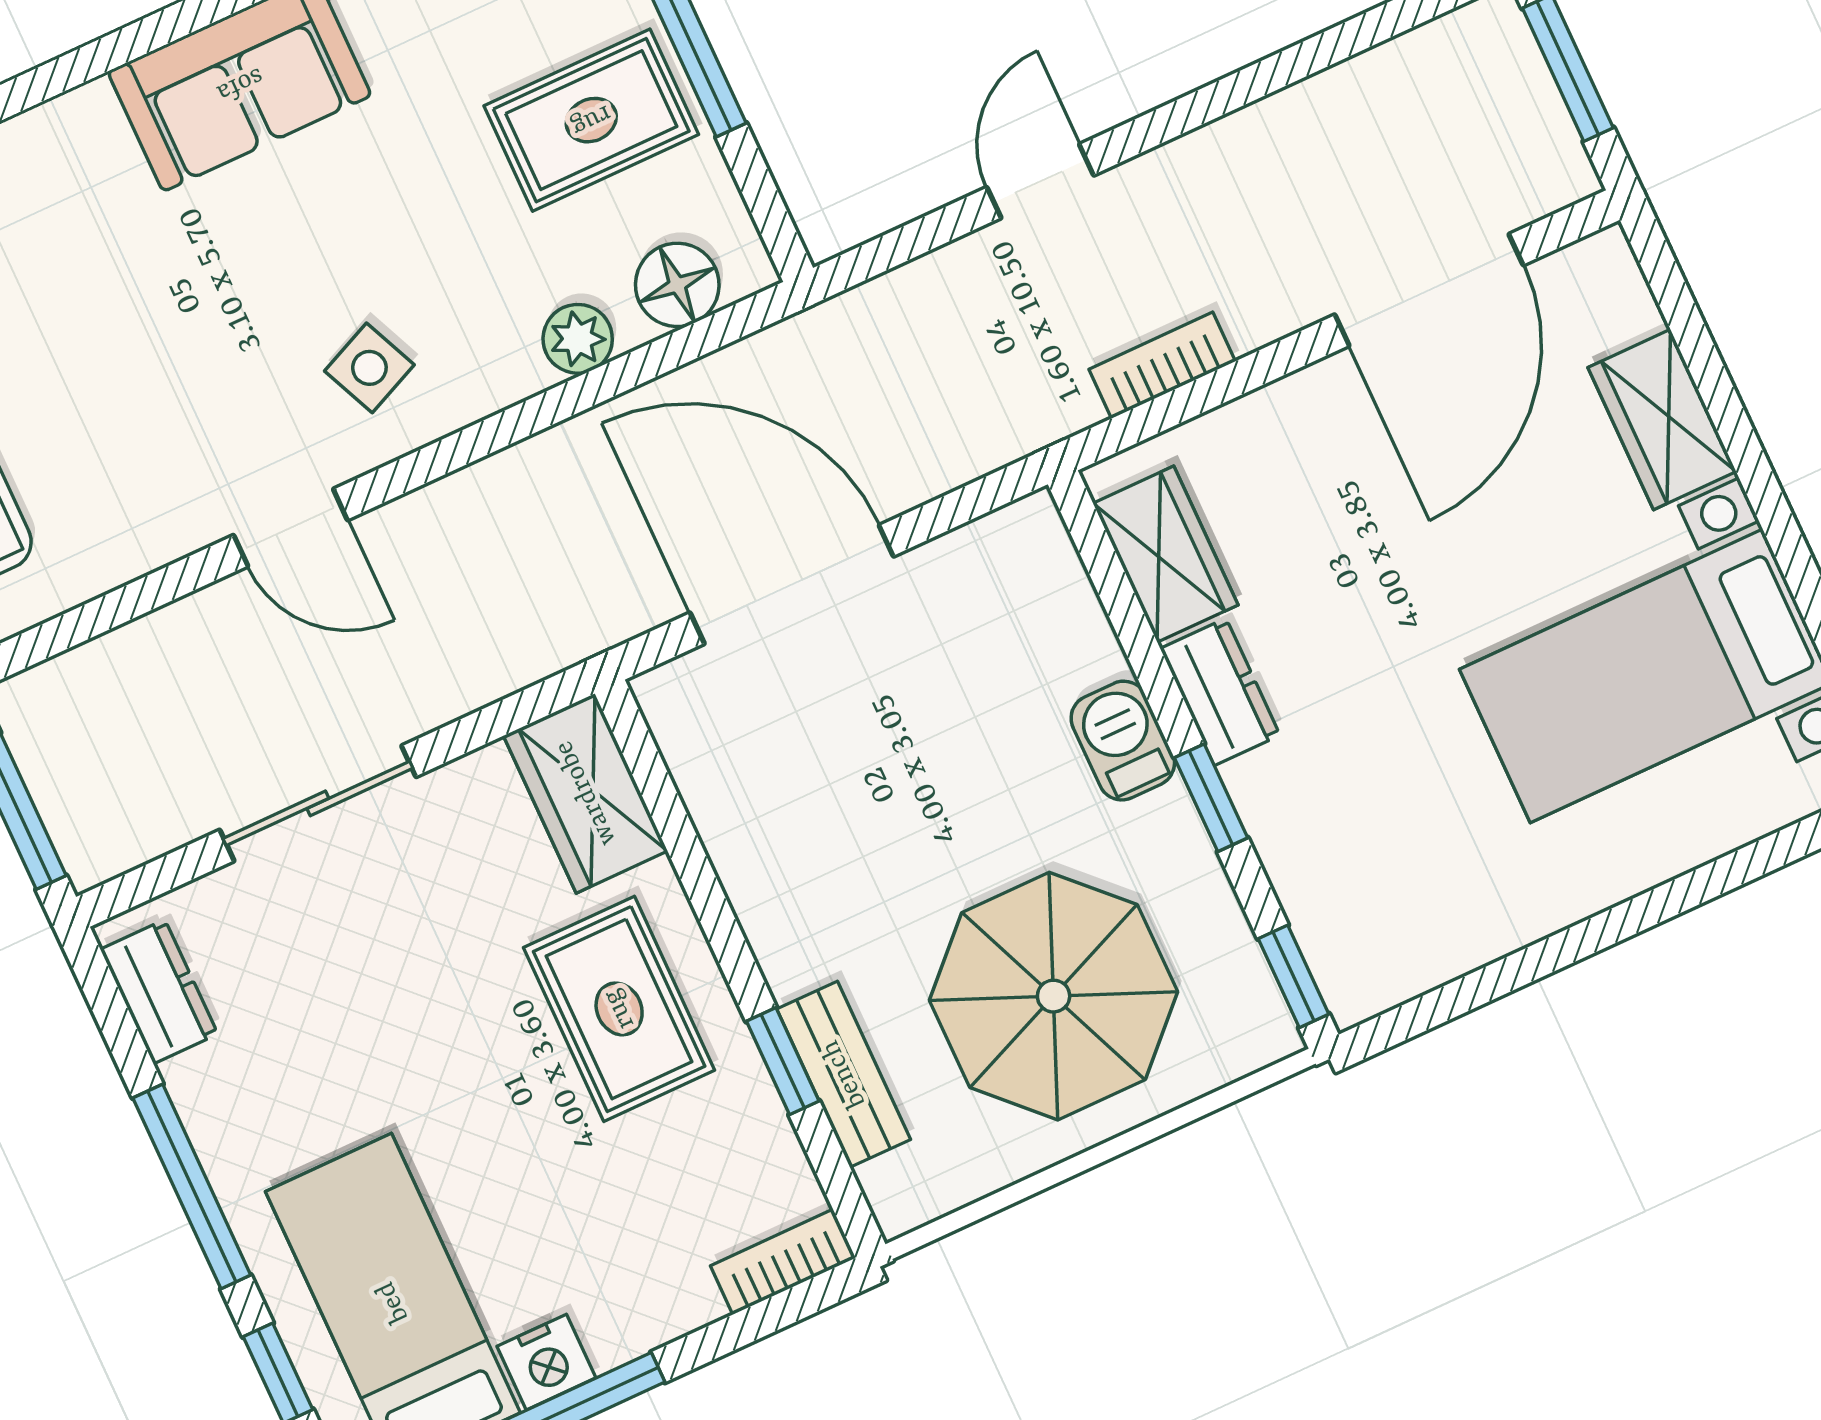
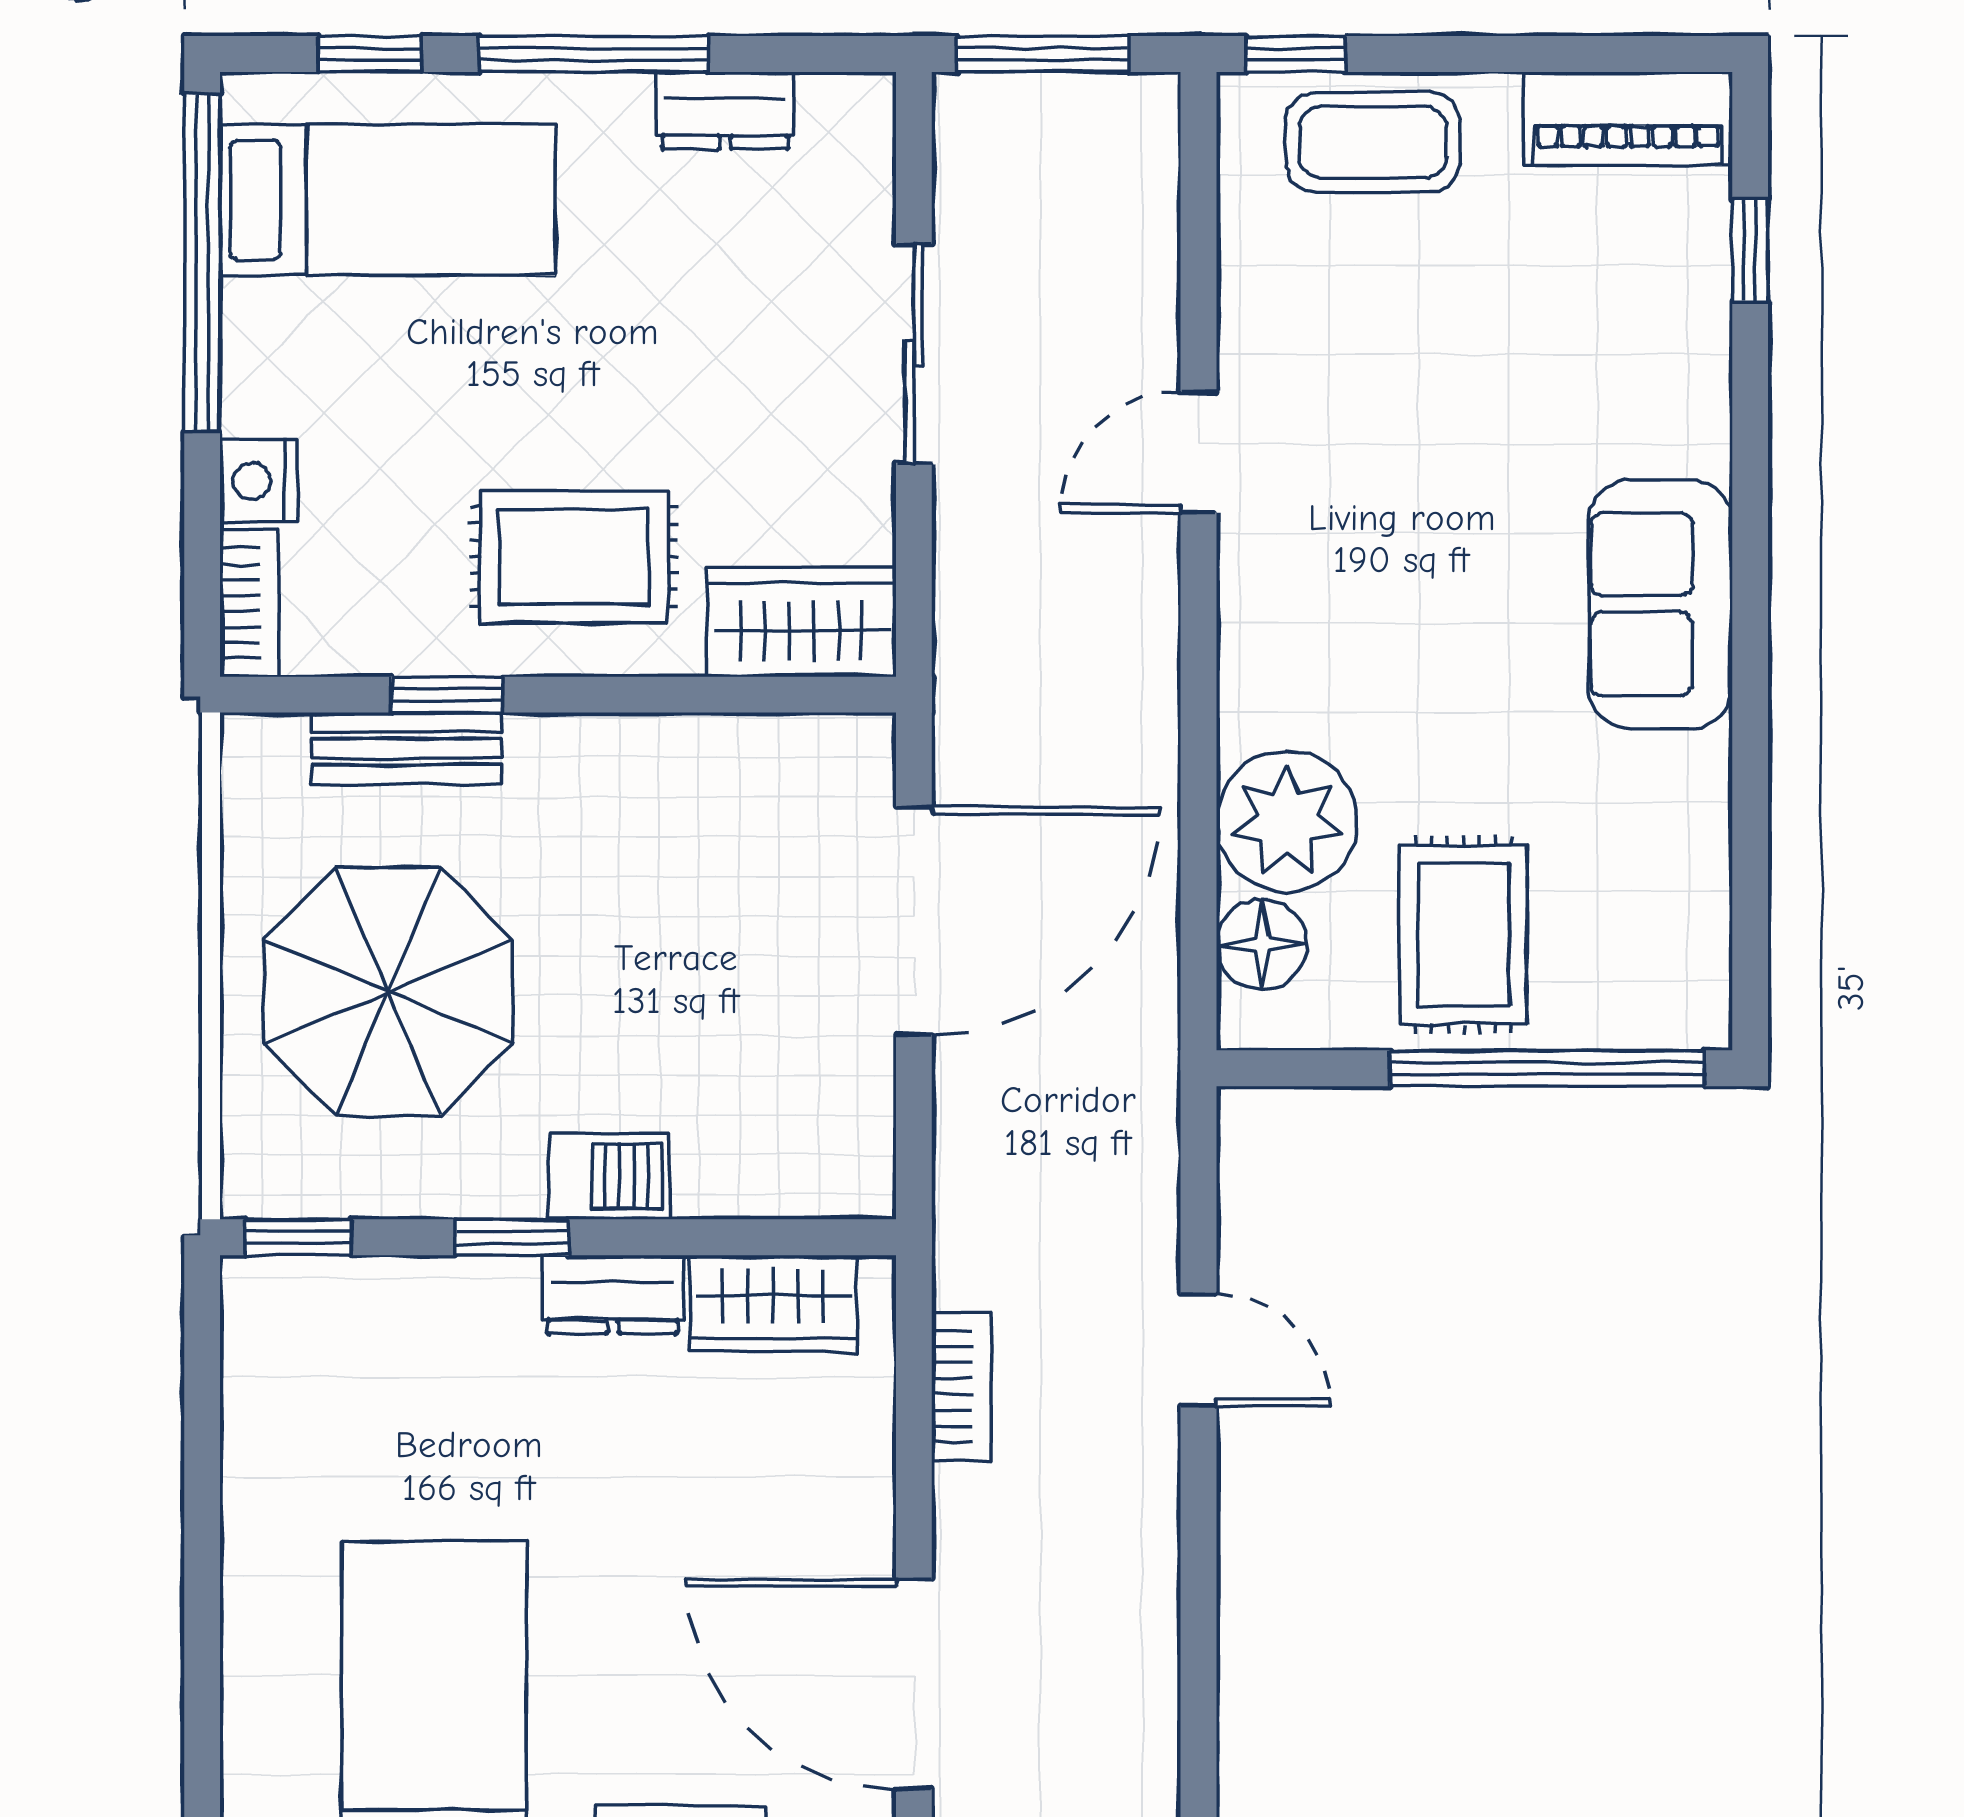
plant: (578, 339) -> (1287, 822), width x1.87, depth x1.87
side table: (369, 368) -> (1320, 603), removed
dresser: (159, 992) -> (725, 111), moved
nightstand: (546, 1362) -> (258, 481), moved

